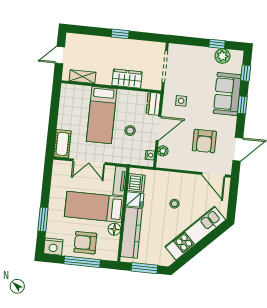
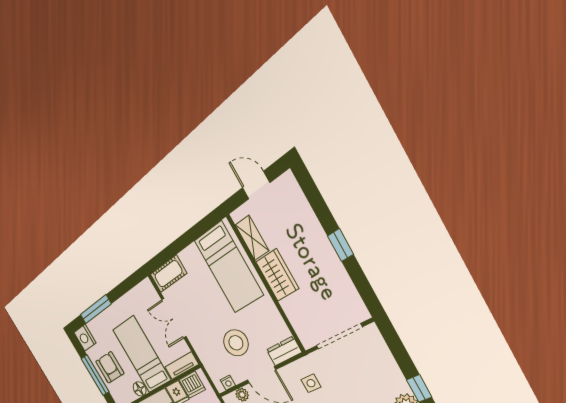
wardrobe: (127, 79) -> (277, 275), moved
bed: (102, 115) -> (229, 268), moved, turned -90
stool: (130, 131) -> (236, 343), width x1.89, depth x1.89
window: (43, 219) -> (96, 309), width x1.44

